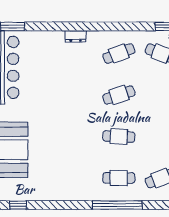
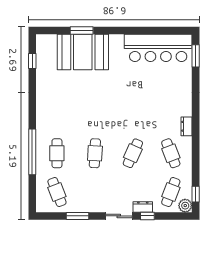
dresser: (76, 36) -> (187, 126), moved
cafe table: (119, 95) -> (133, 153), turned 42

